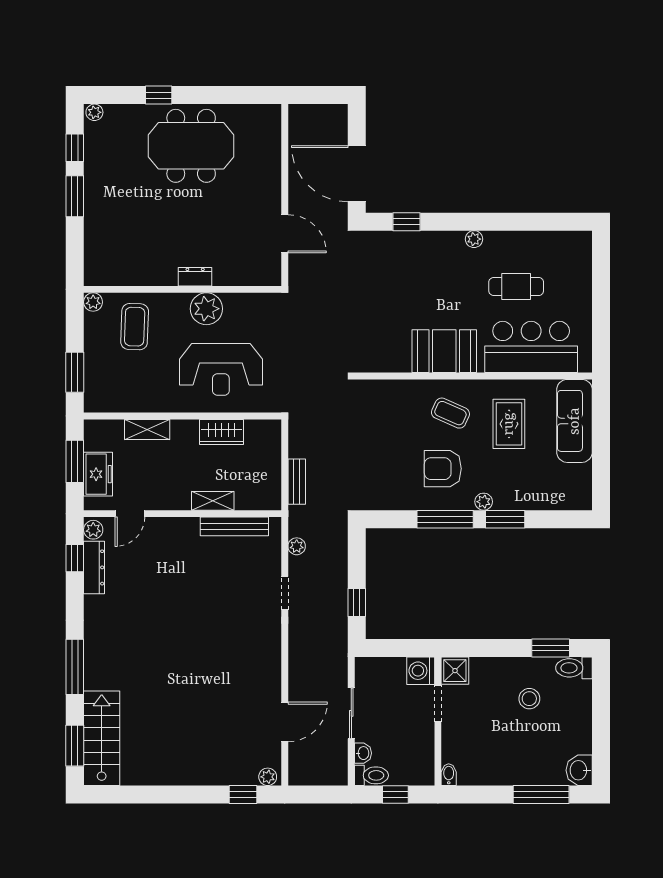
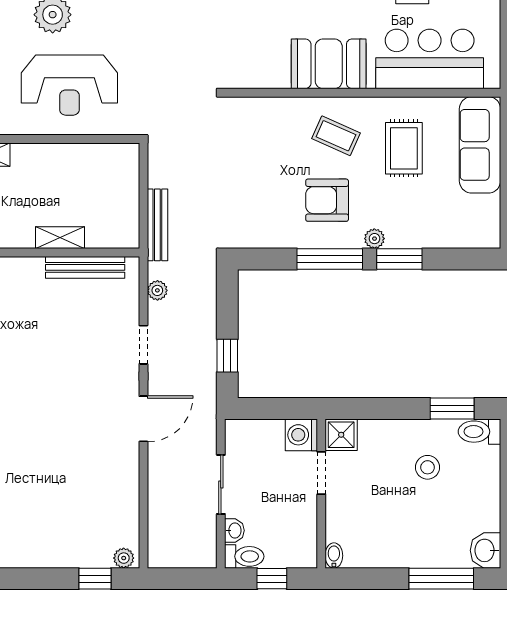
wardrobe: (222, 432) -> (70, 158), removed
bench: (297, 482) -> (157, 225), width x1.36
door: (285, 722) -> (143, 419), moved

